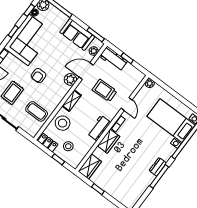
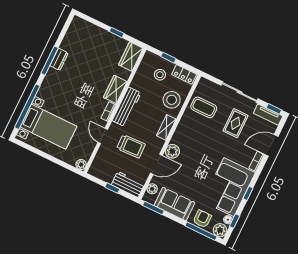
armchair: (38, 76) -> (202, 219), moved
workbench: (99, 128) -> (127, 107), width x1.38
dresser: (158, 167) -> (59, 59), moved

